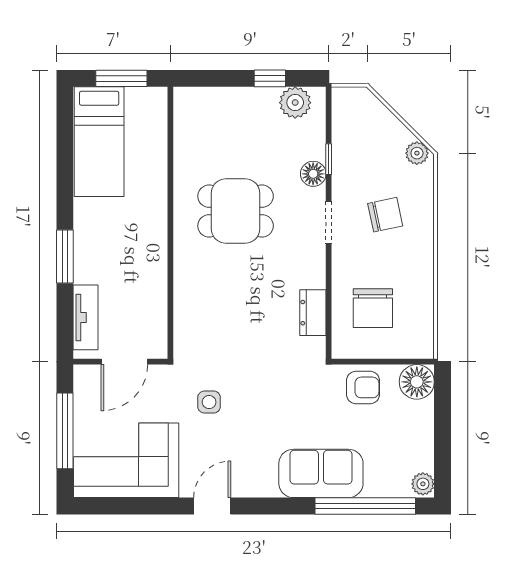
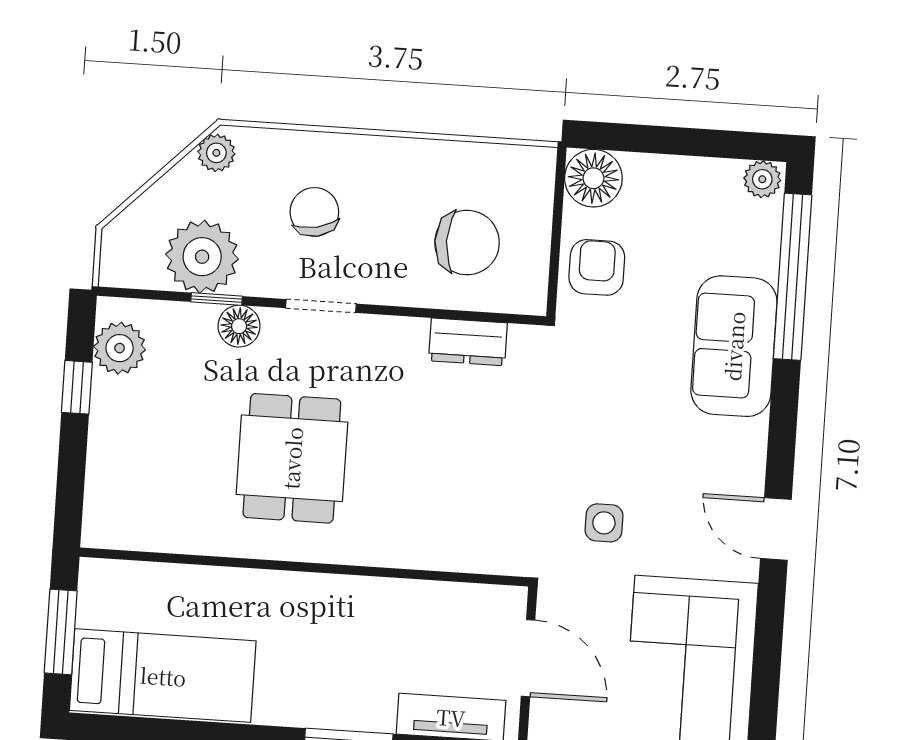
plant: (354, 149) -> (202, 257), added

